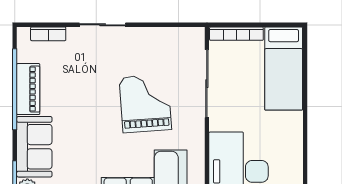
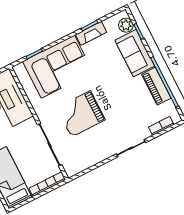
grand piano: (145, 103) -> (81, 114), turned 94

